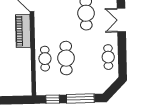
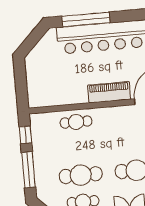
cafe table: (66, 58) -> (81, 175), moved

